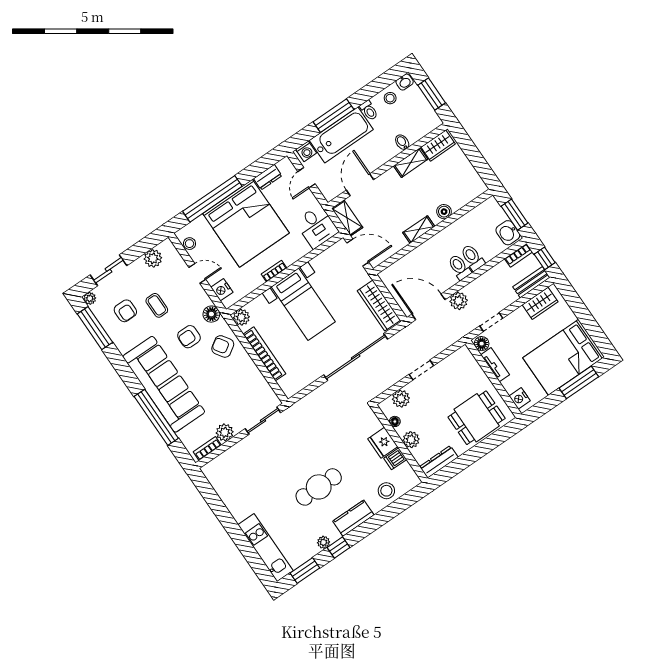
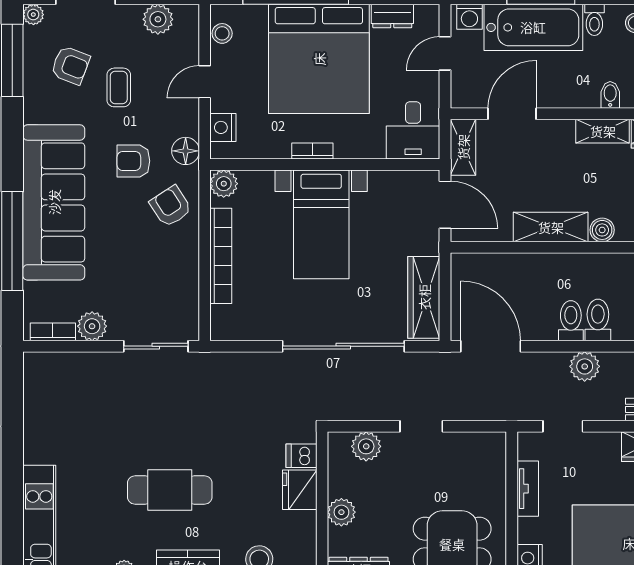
shelving: (419, 230) -> (551, 227), width x1.50, depth x1.33
door: (197, 273) -> (205, 82), swing flipped
plant: (459, 301) -> (585, 366), moved
armchair: (125, 311) -> (70, 65), turned -69
floor lamp: (482, 344) -> (529, 447), removed
floor lamp: (395, 421) -> (336, 472), removed
dishwasher: (395, 459) -> (301, 456), moved

